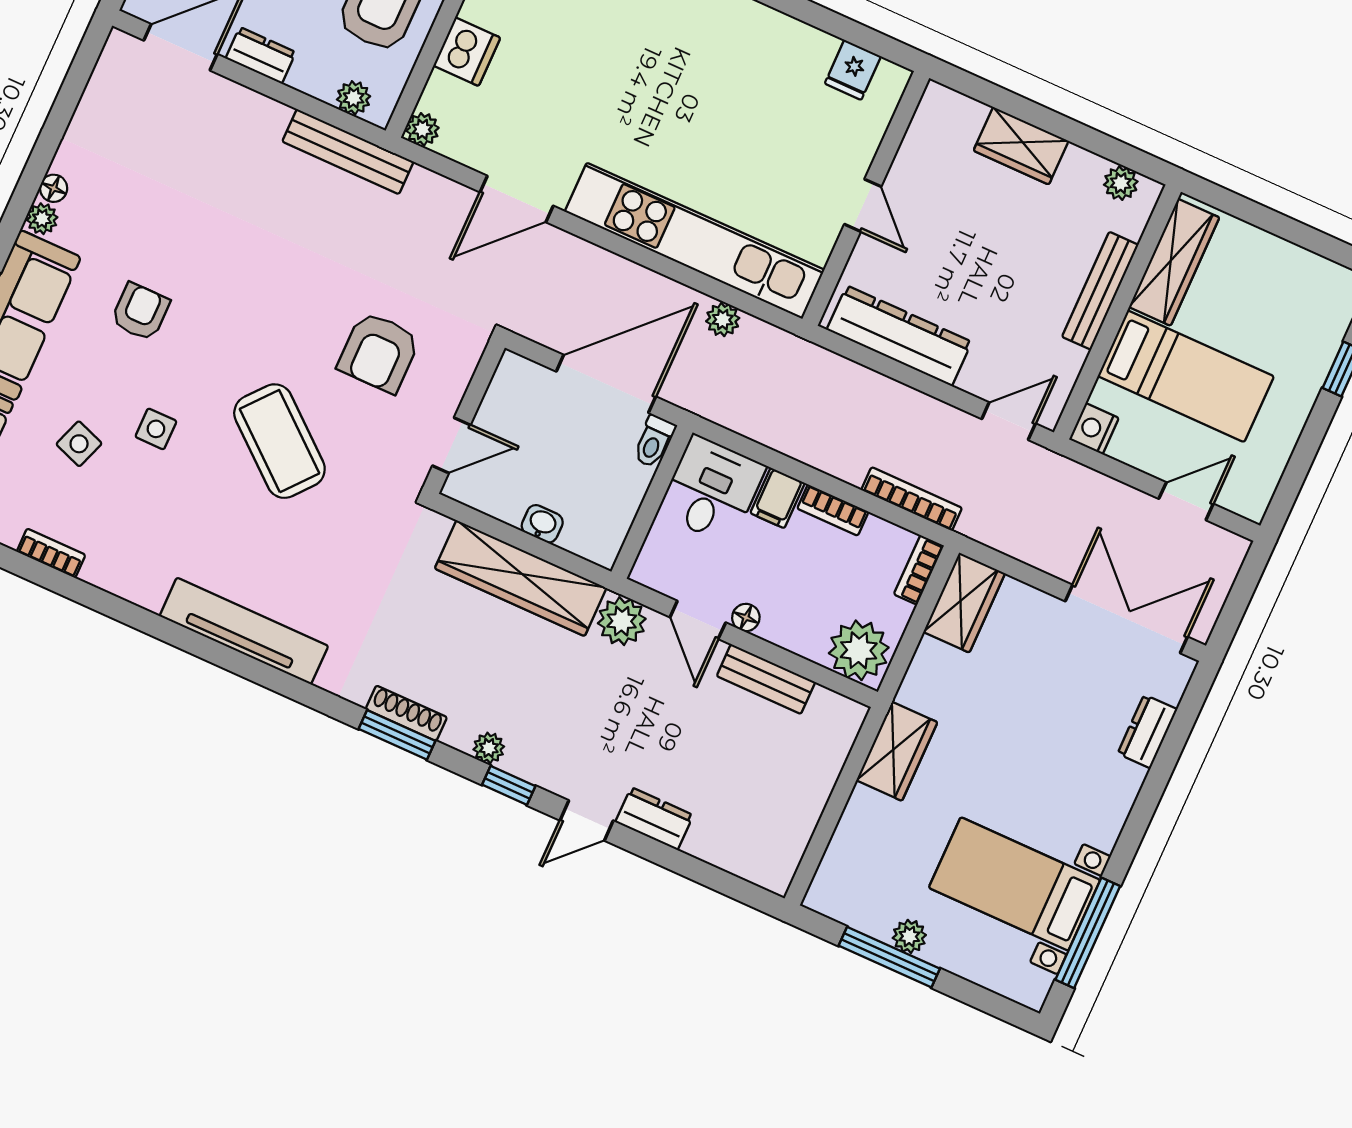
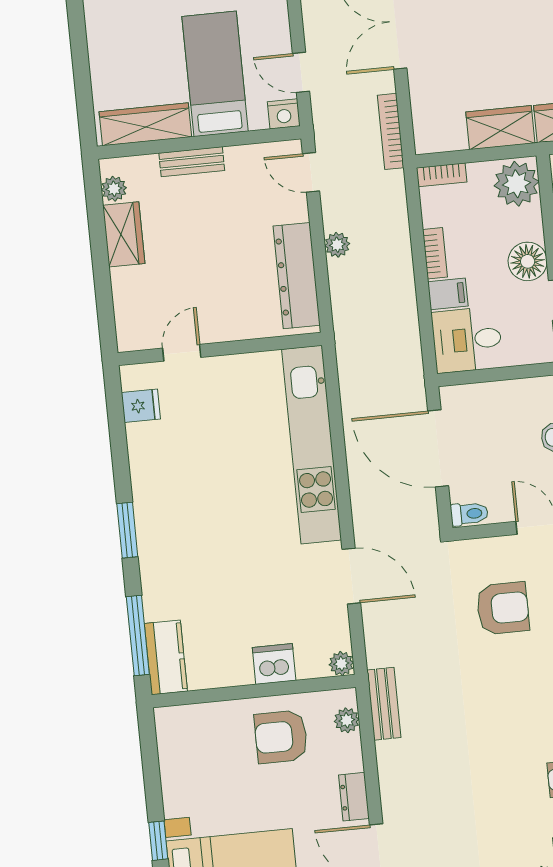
wardrobe: (1021, 146) -> (124, 234), moved
bench: (348, 152) -> (384, 704), width x0.73
door: (863, 205) -> (182, 353), moved
bench: (1100, 291) -> (192, 162), width x0.73
plant: (723, 320) -> (337, 245), moved
toilet: (654, 441) -> (469, 514), moved
bookcase: (912, 499) -> (391, 131), moved
door: (1186, 501) -> (301, 72), moved
wardrobe: (964, 603) -> (500, 128), moved
floor lamp: (746, 617) -> (528, 261), width x1.89, depth x1.89

